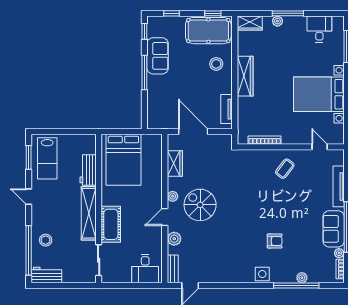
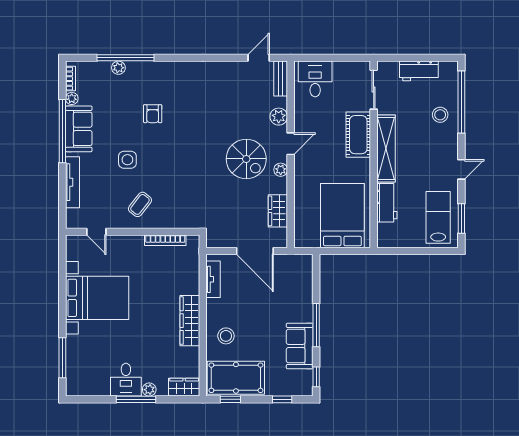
desk: (319, 29) -> (126, 380), moved
door: (29, 197) -> (461, 169), hinge flipped
armchair: (275, 241) -> (153, 114), turned -90
side table: (262, 274) -> (127, 160), moved
workbench: (46, 275) -> (419, 71), moved

